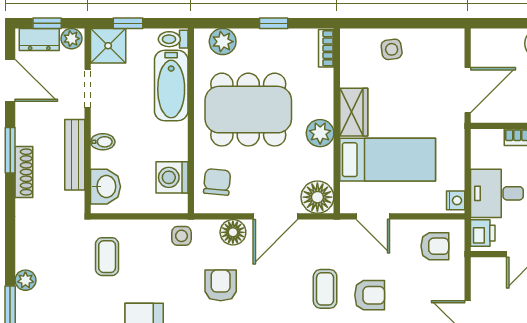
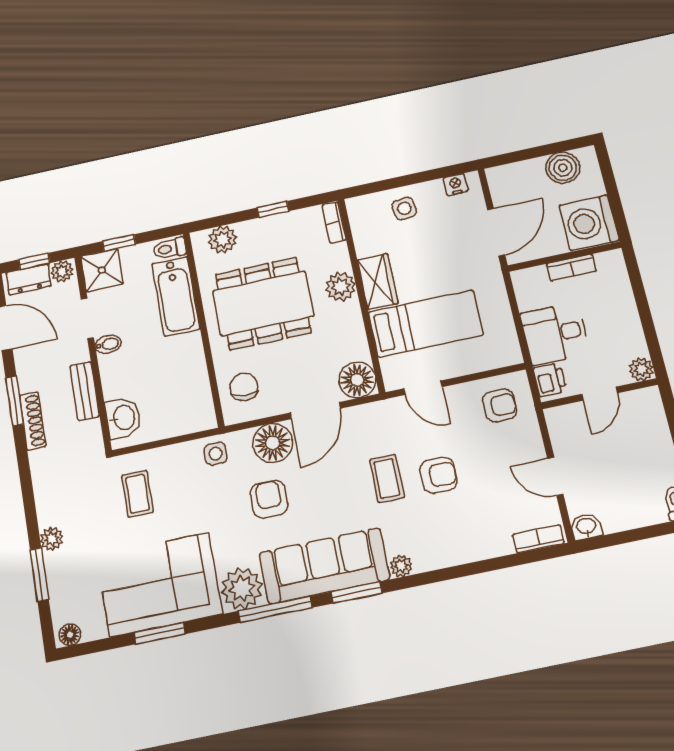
plant: (320, 133) -> (341, 287), moved
bidet: (103, 142) -> (108, 344), moved
bench: (75, 155) -> (85, 391), width x0.73
washing machine: (172, 177) -> (194, 393), removed
nightstand: (456, 200) -> (456, 184), moved, turned -90
floor lamp: (233, 232) -> (273, 443), width x1.38, depth x1.38

